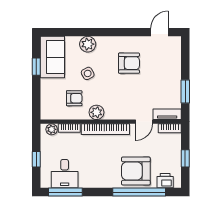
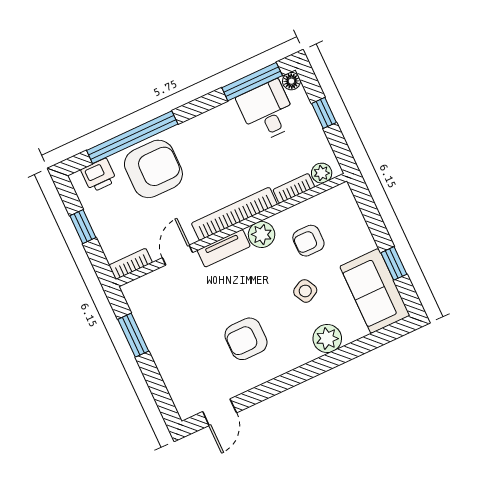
tv unit: (167, 114) -> (224, 248), moved
floor lamp: (45, 183) -> (291, 81), added

